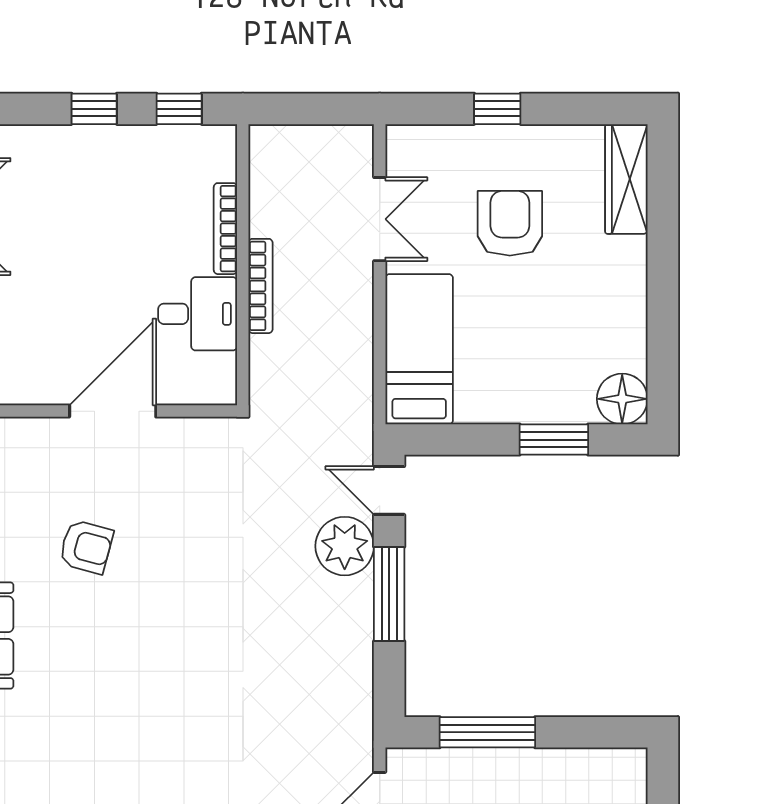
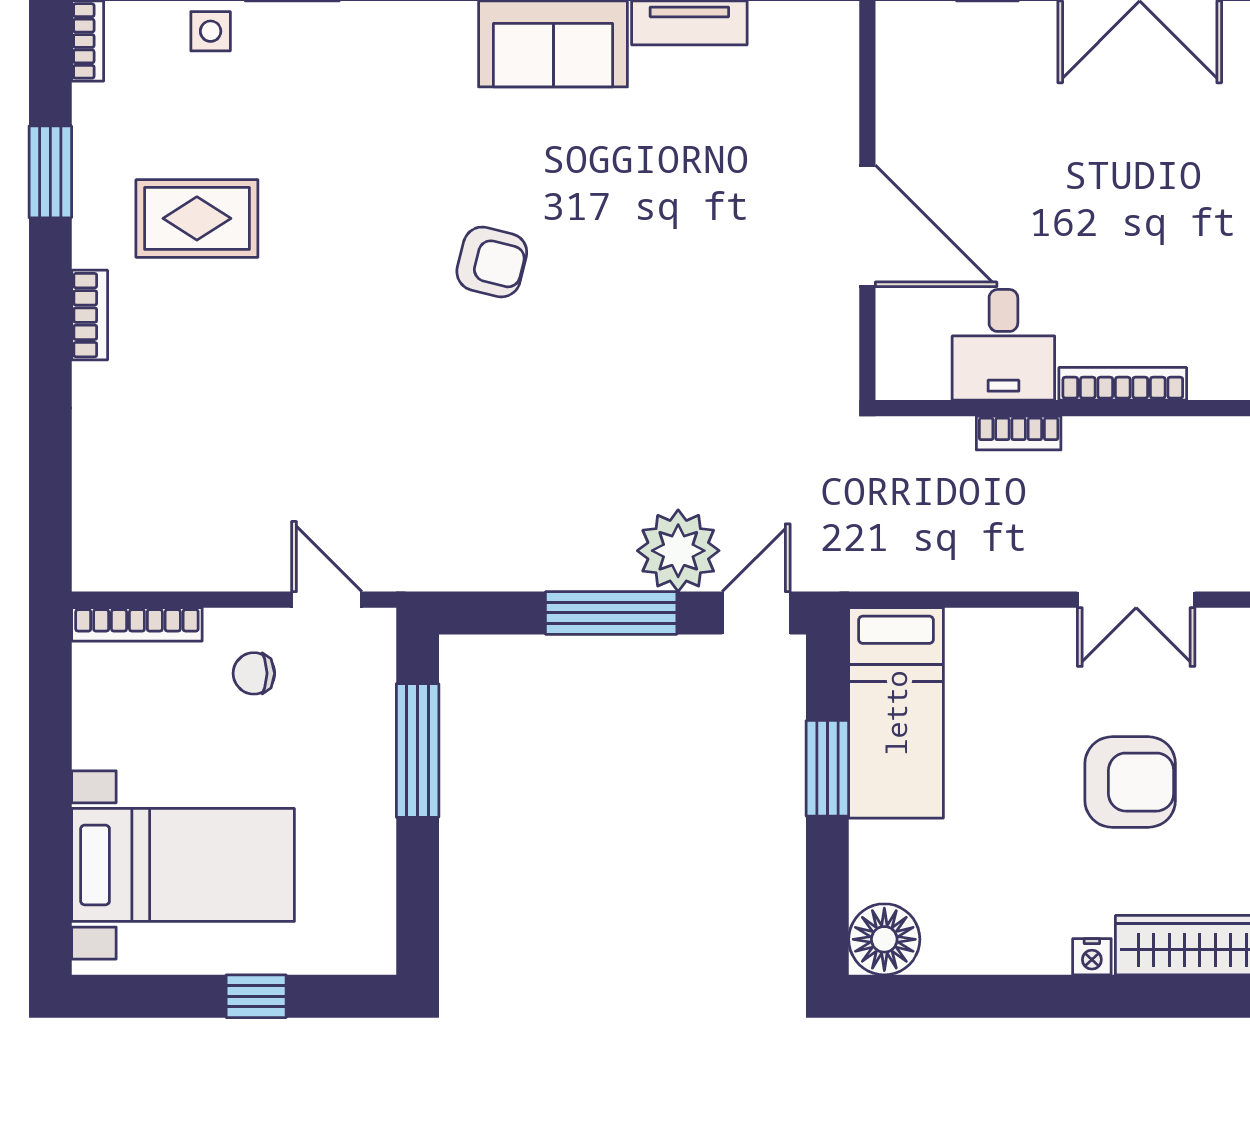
nightstand: (635, 251) -> (1092, 957), added
bookcase: (261, 286) -> (1019, 433), width x0.64
bed: (419, 349) -> (896, 713), moved, turned 90
window: (554, 440) -> (827, 768), moved
armchair: (86, 547) -> (492, 262), moved, turned -91

